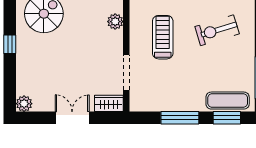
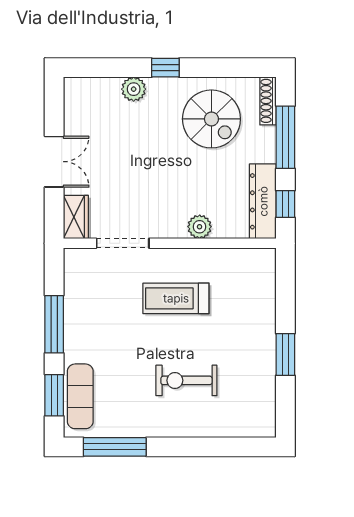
exercise bike: (217, 30) -> (186, 380), turned -73
treadmill: (163, 37) -> (176, 298), turned 180
plant: (24, 104) -> (134, 89), moved

